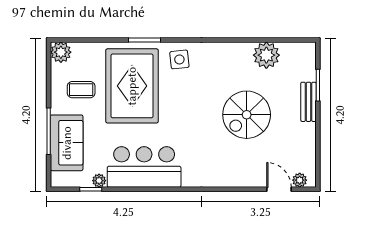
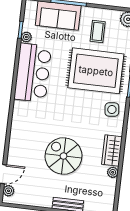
wardrobe: (232, 53) -> (112, 151), added
plant: (266, 55) -> (113, 172), width x0.53, depth x0.53

